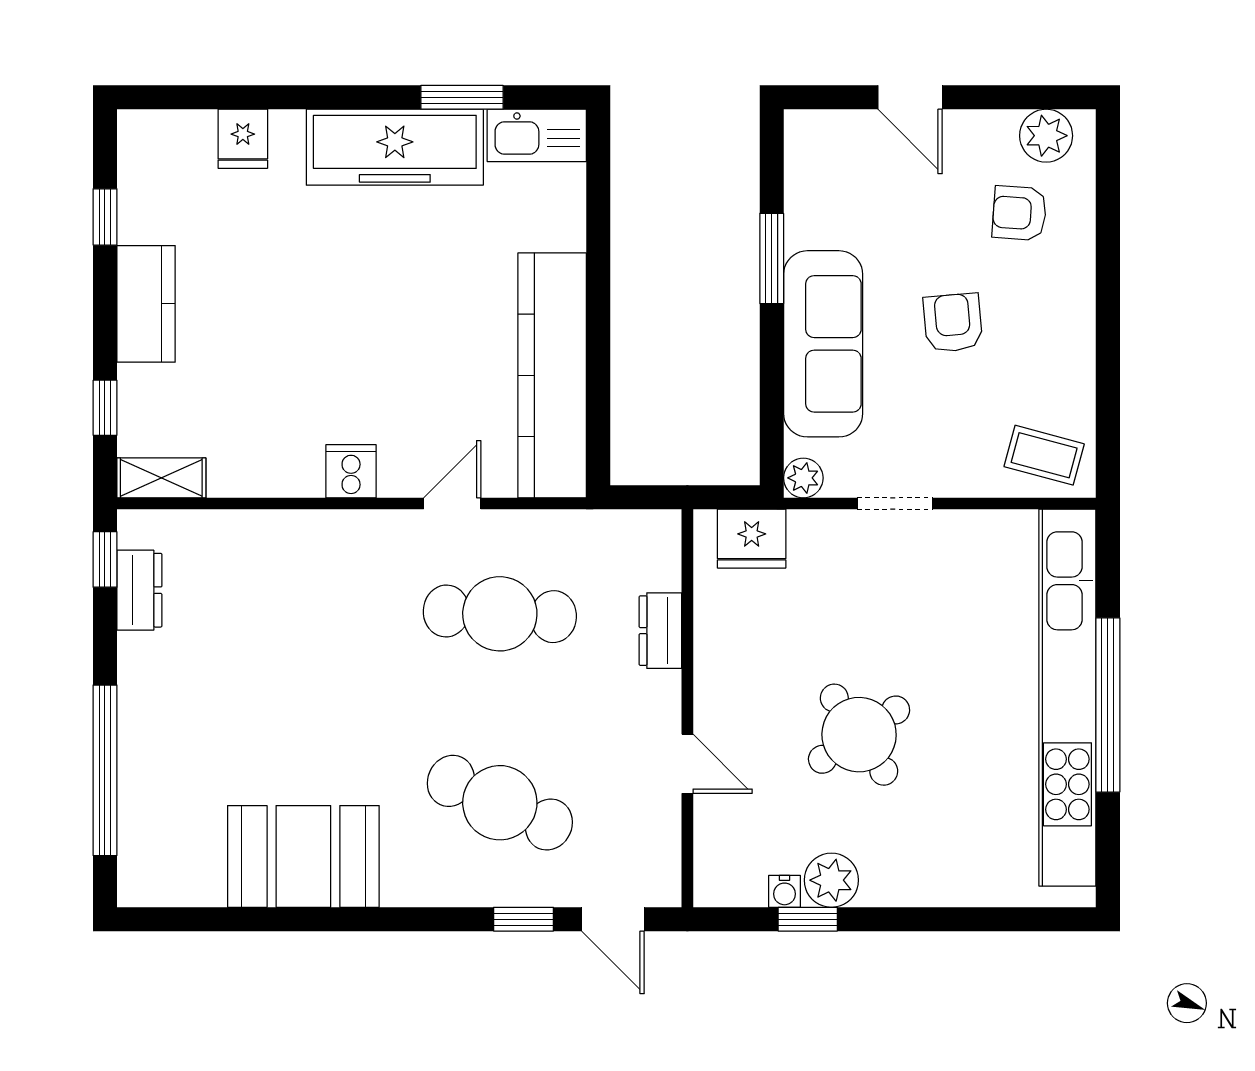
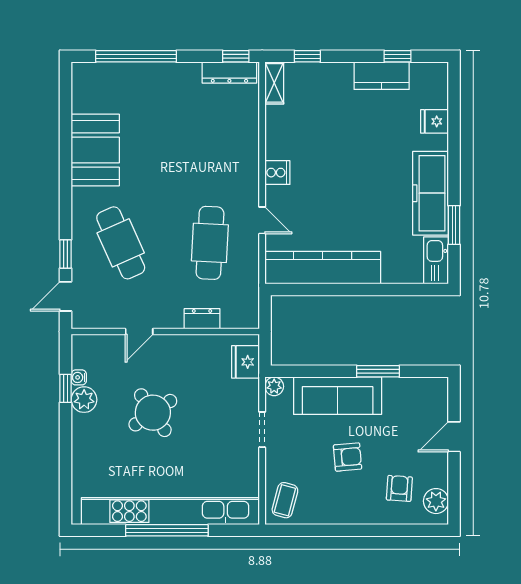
kitchen counter: (146, 304) -> (382, 76), moved
dresser: (139, 590) -> (229, 73), width x1.44
cafe table: (500, 803) -> (121, 243), turned -48

